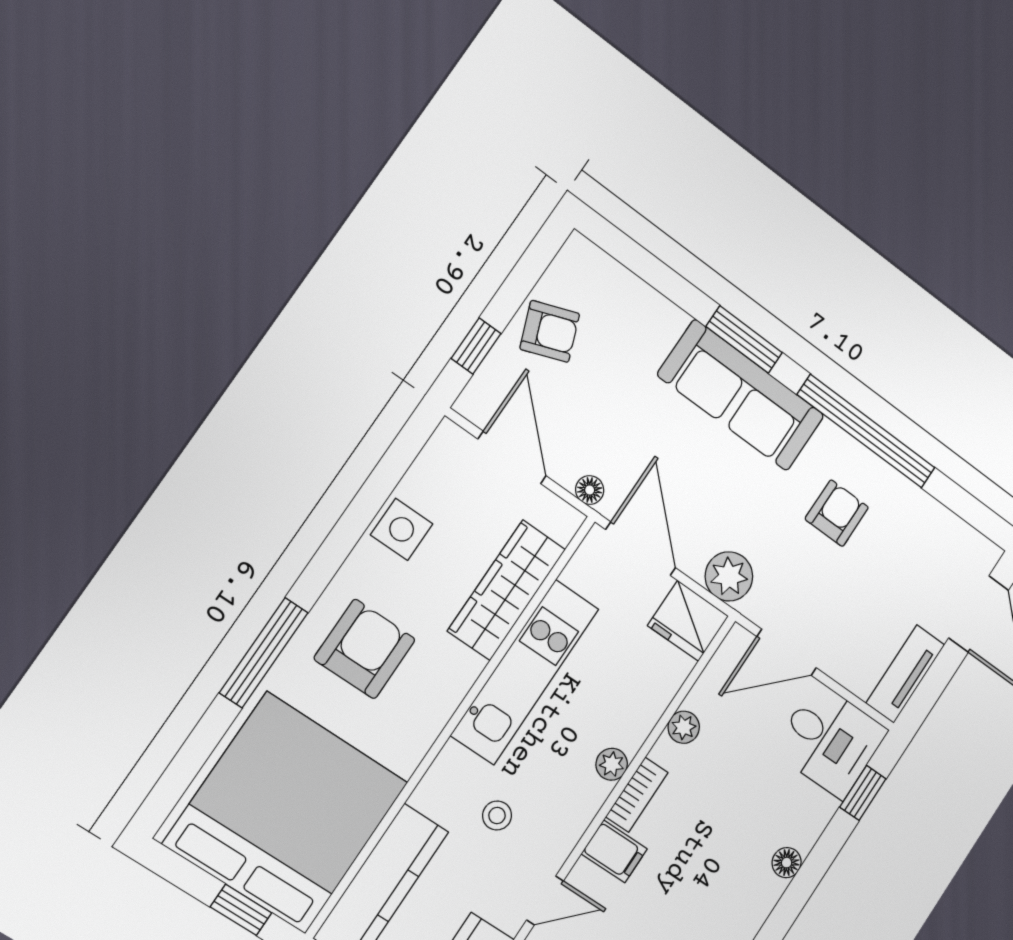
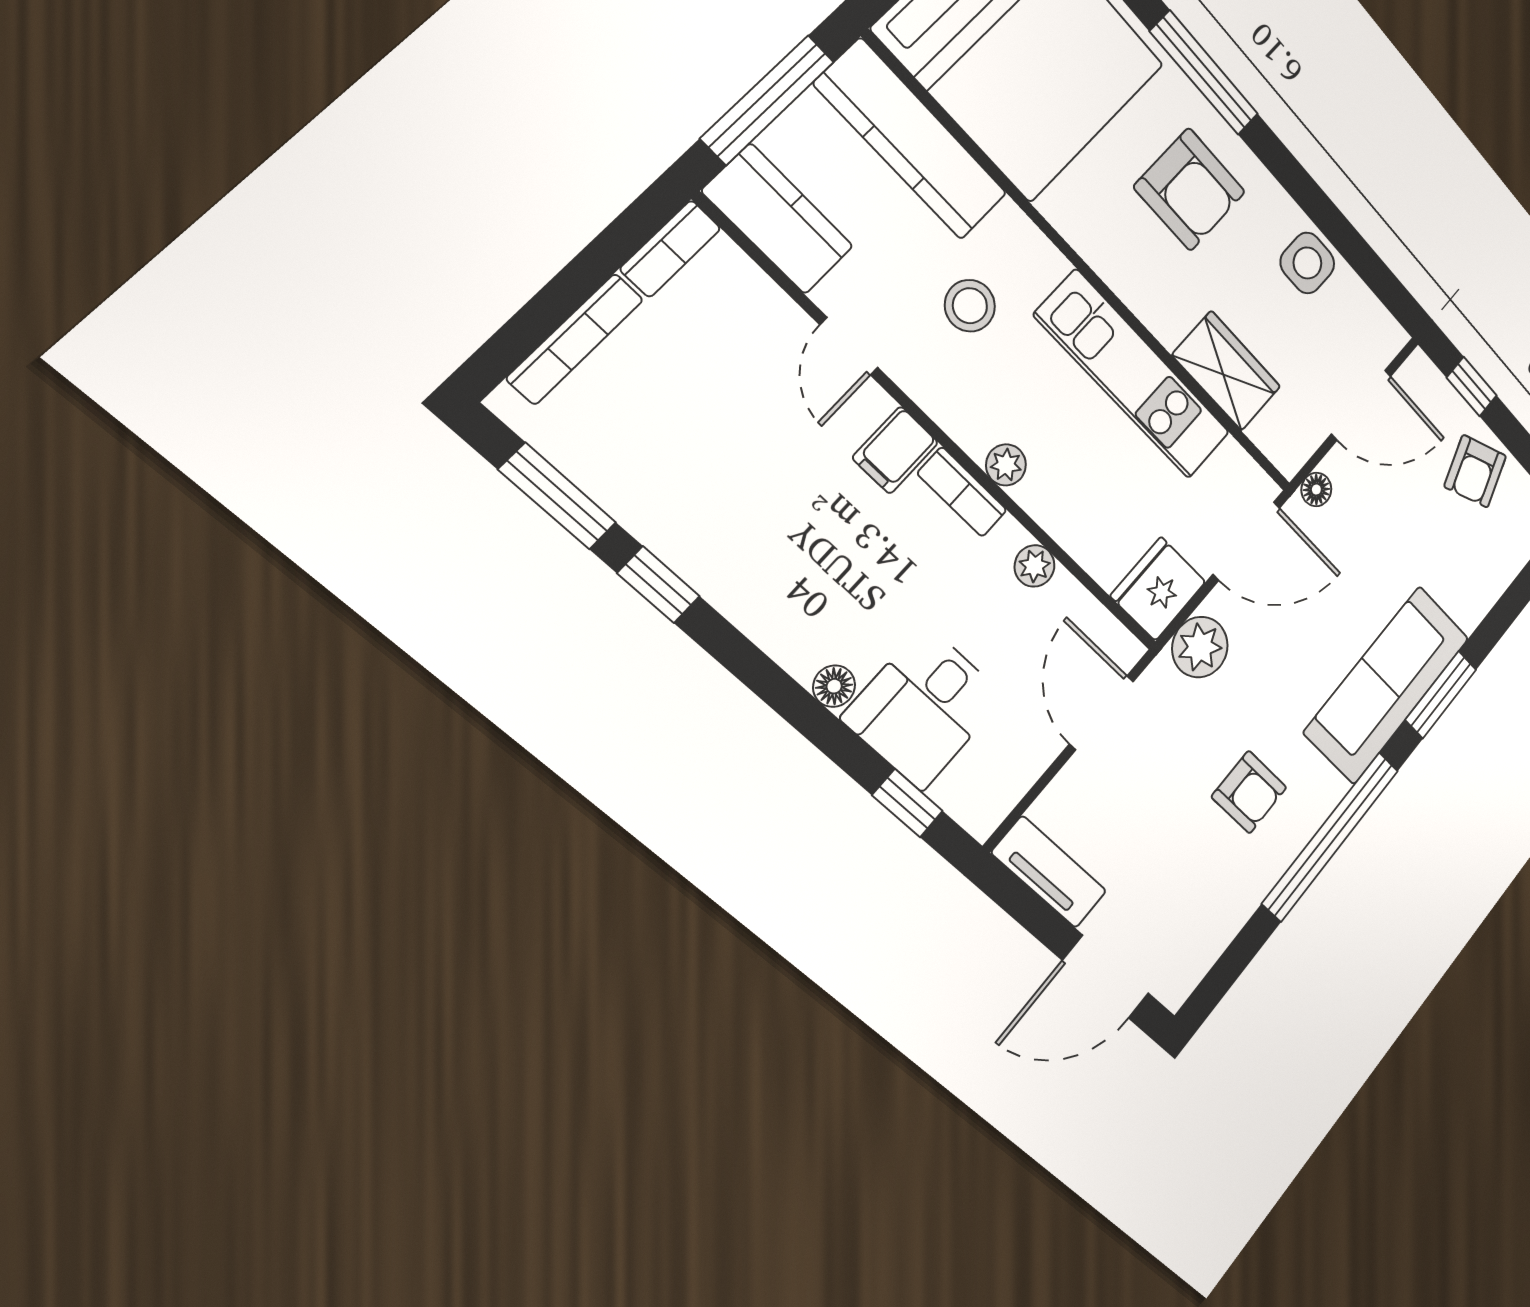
wardrobe: (507, 590) -> (1227, 371), width x0.67
desk: (830, 740) -> (924, 707), moved
stool: (497, 815) -> (970, 306), width x1.37, depth x1.37

